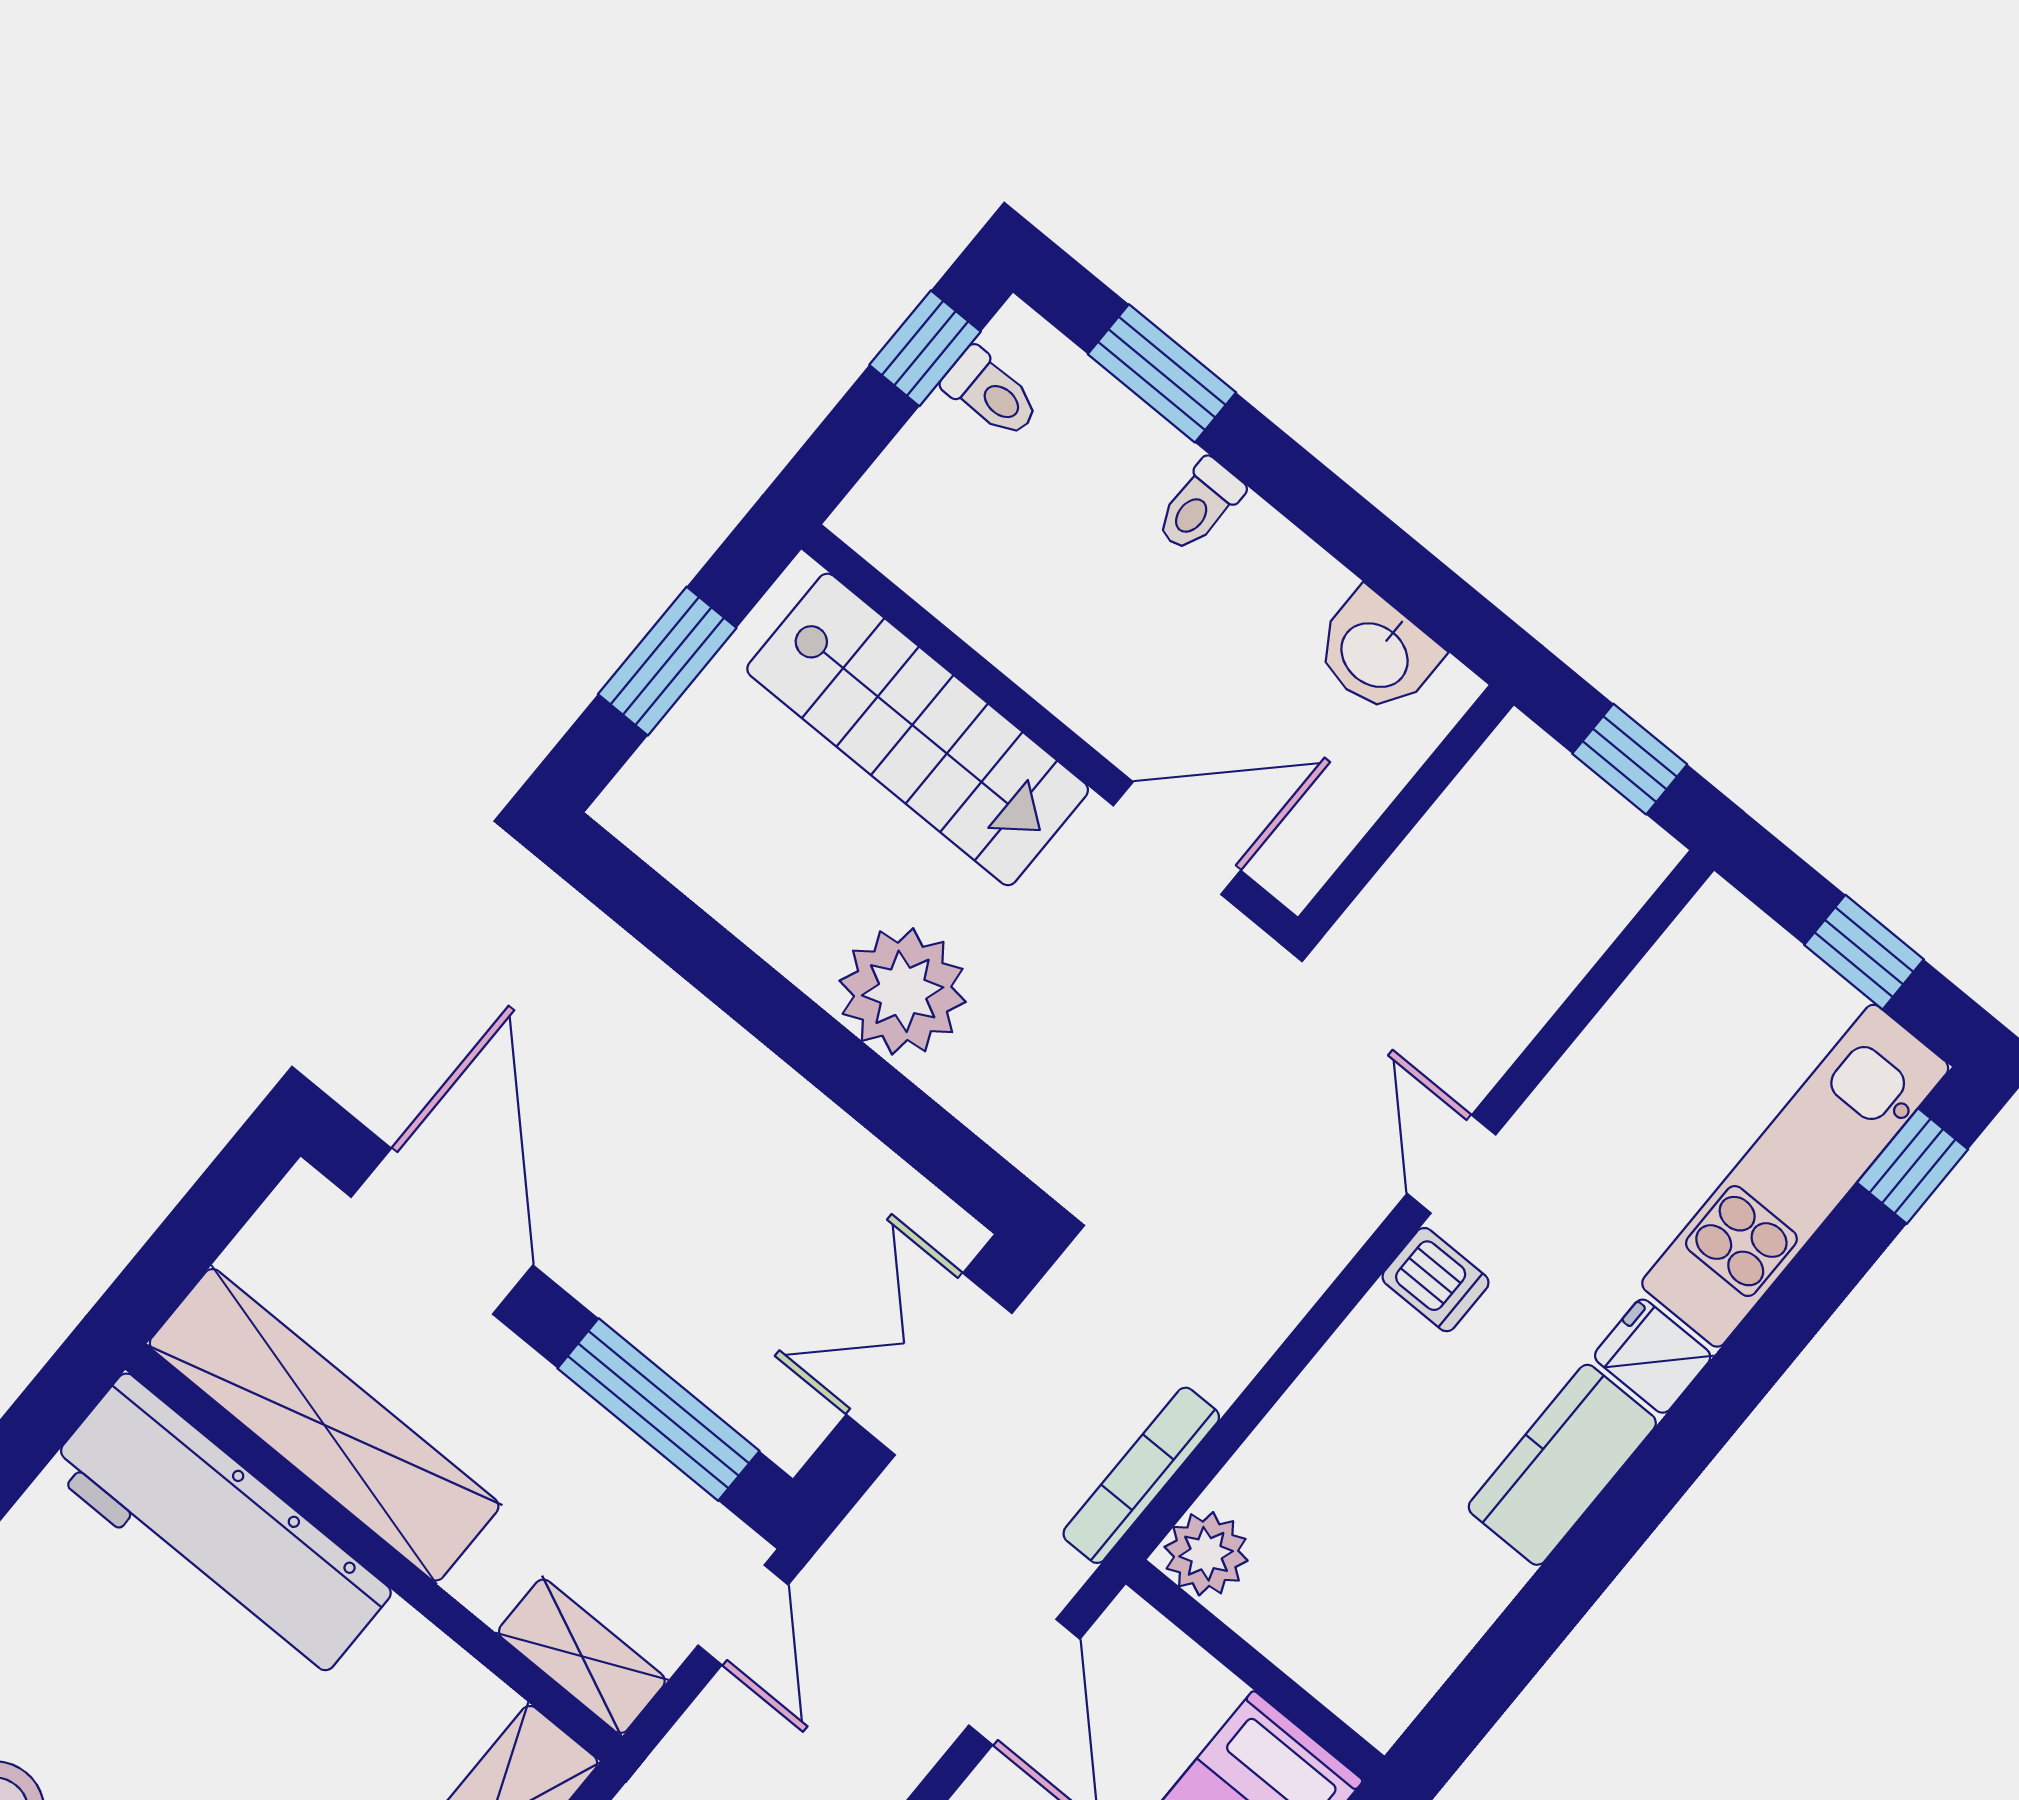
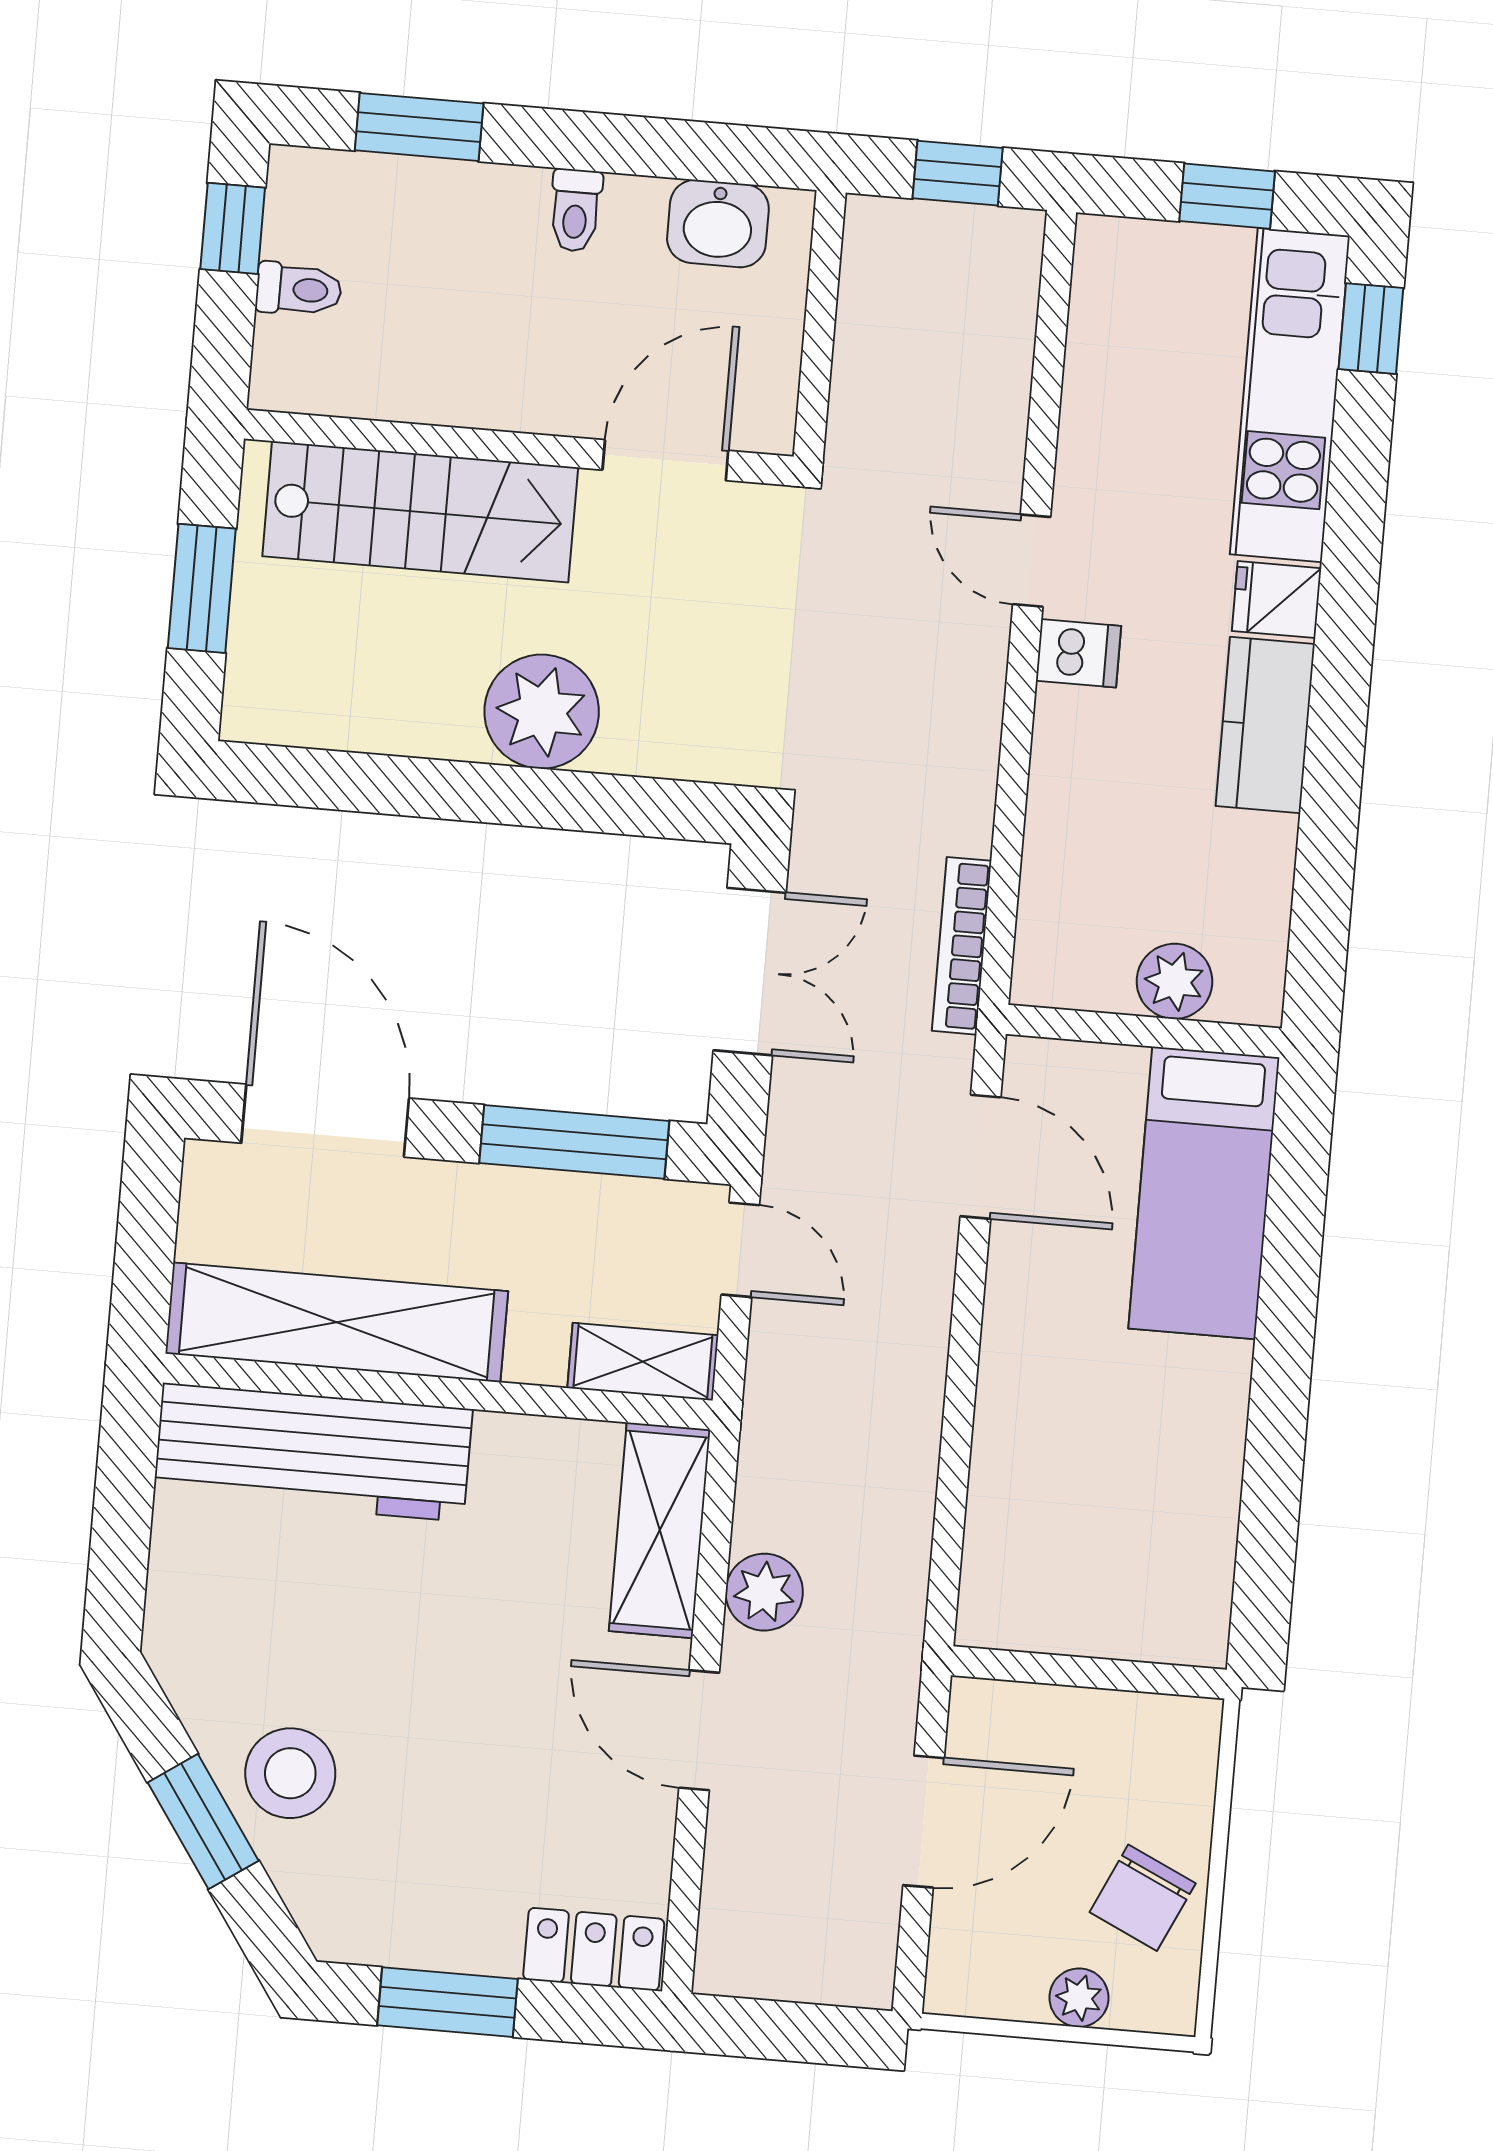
toilet: (991, 393) -> (299, 289), moved
toilet: (1199, 506) -> (575, 210), moved
double door: (929, 1364) -> (750, 972), swing flipped
plant: (1206, 1554) -> (1174, 981), moved

